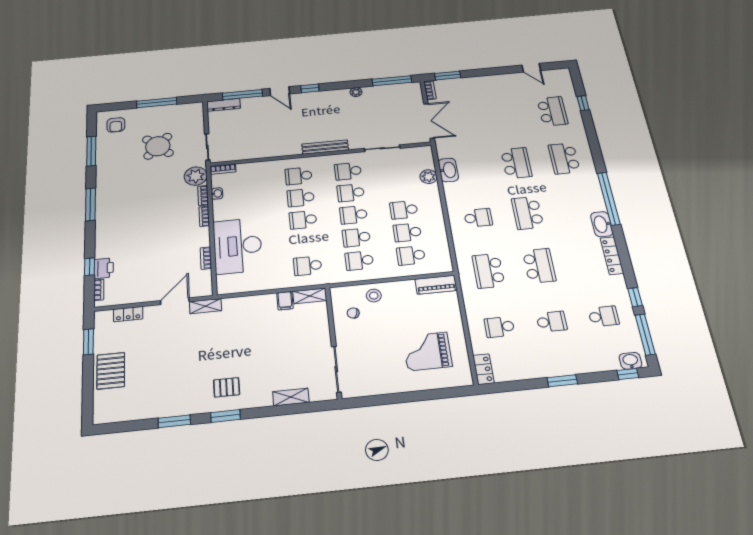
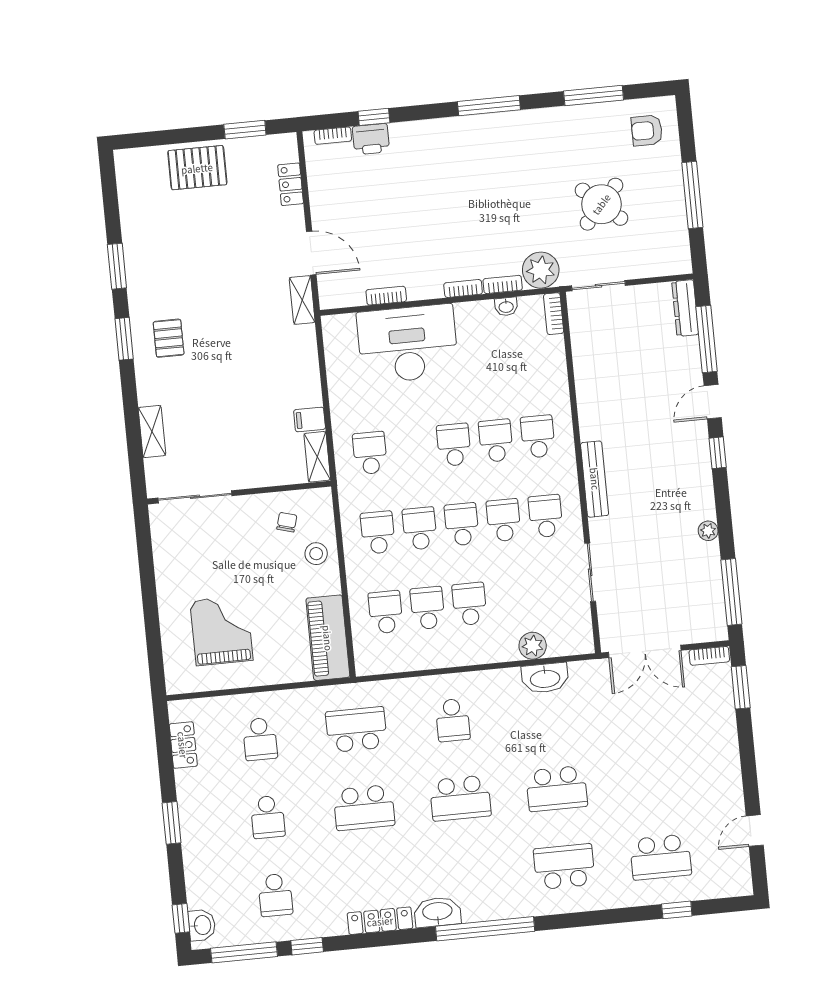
school desk: (527, 213) -> (460, 798), turned 180
piano: (436, 285) -> (328, 638), width x1.37, depth x1.33
school desk: (499, 327) -> (260, 739), turned 180
locker: (483, 369) -> (183, 745), moved, turned -90

